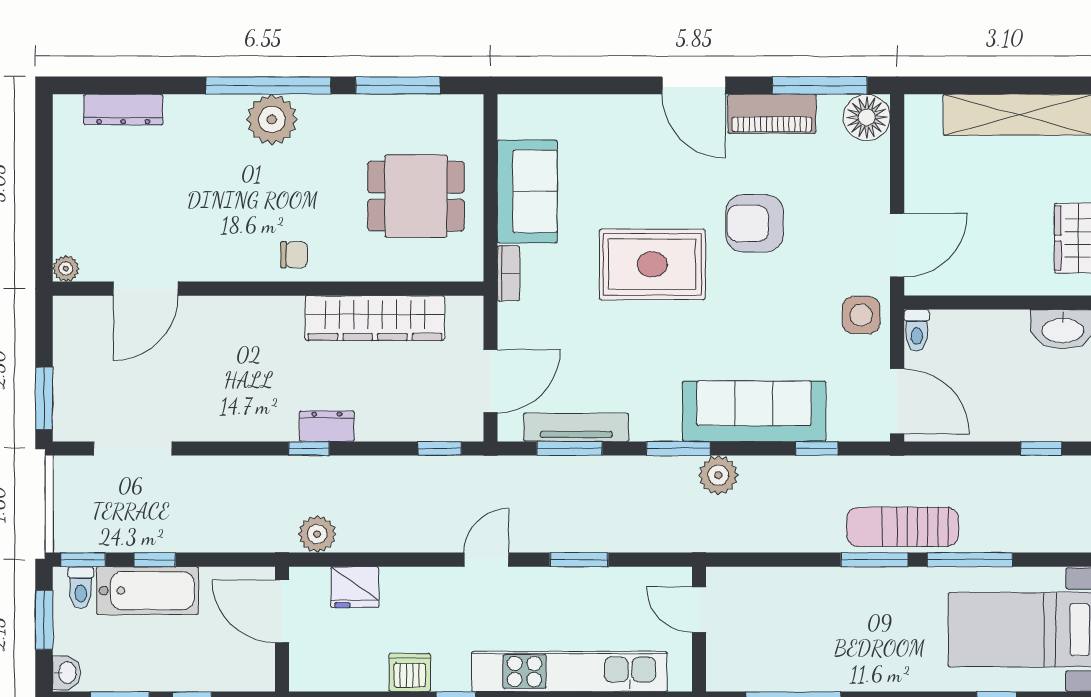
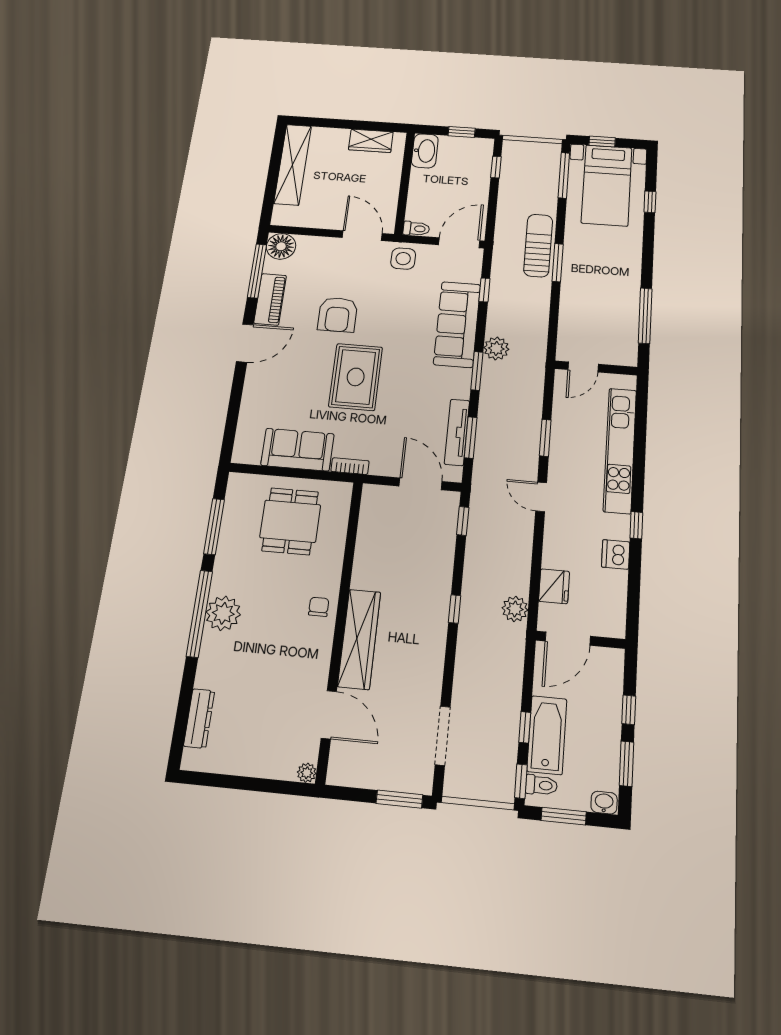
wardrobe: (375, 318) -> (359, 639), moved
dresser: (327, 426) -> (440, 595), removed
sun lounger: (903, 527) -> (538, 245), turned 180
window: (970, 560) -> (564, 175), moved

